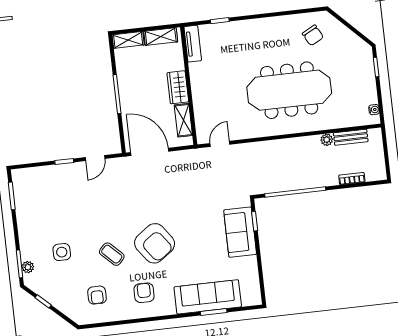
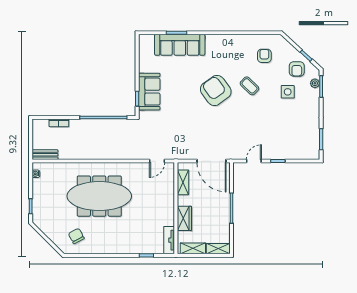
wardrobe: (178, 87) -> (184, 218), moved
bench: (351, 137) -> (45, 155), moved
plant: (327, 140) -> (75, 155), removed
armchair: (144, 293) -> (297, 69), moved

